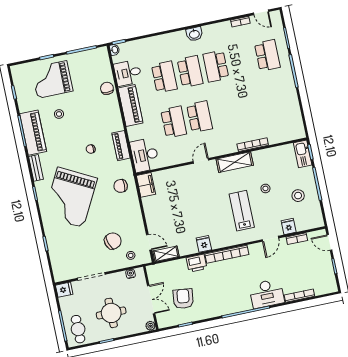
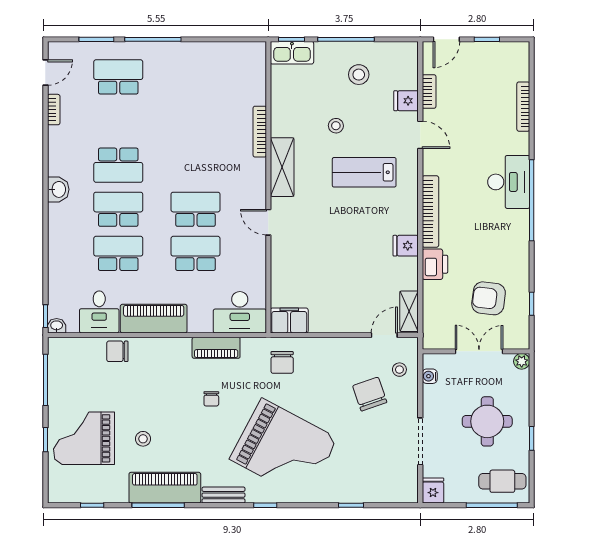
grand piano: (52, 79) -> (84, 438), turned 90
desk: (267, 294) -> (509, 182), moved

